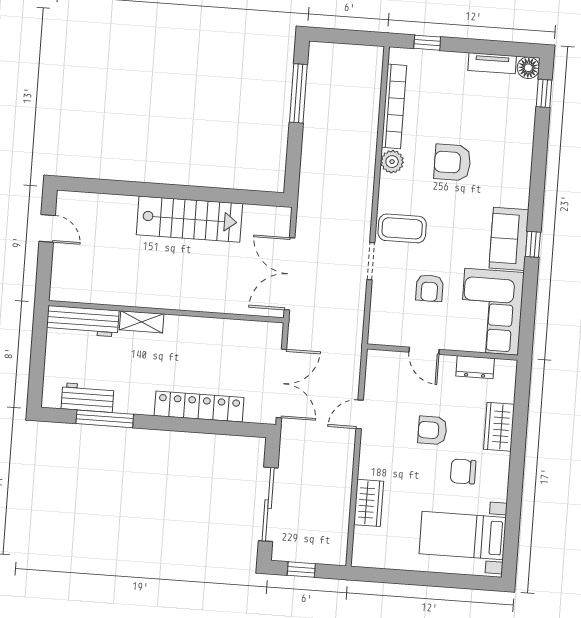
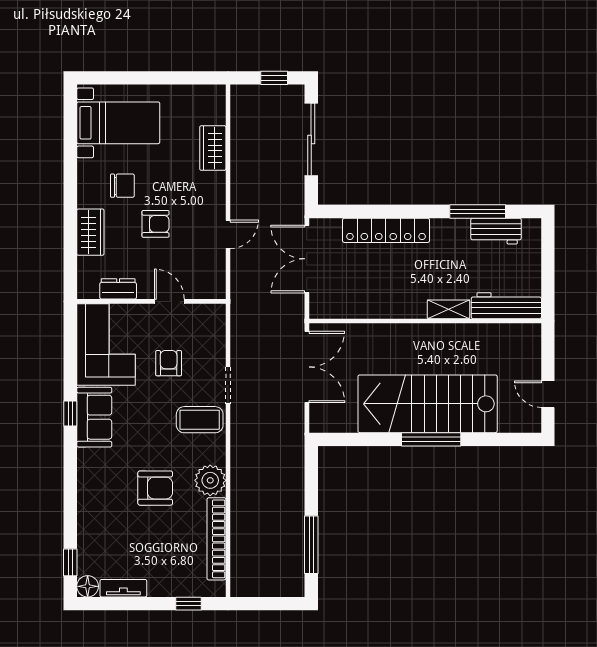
plant: (392, 162) -> (210, 480), width x1.36, depth x1.36
window: (169, 191) -> (431, 439), added
stairs: (189, 219) -> (428, 404), width x1.36, depth x1.51

